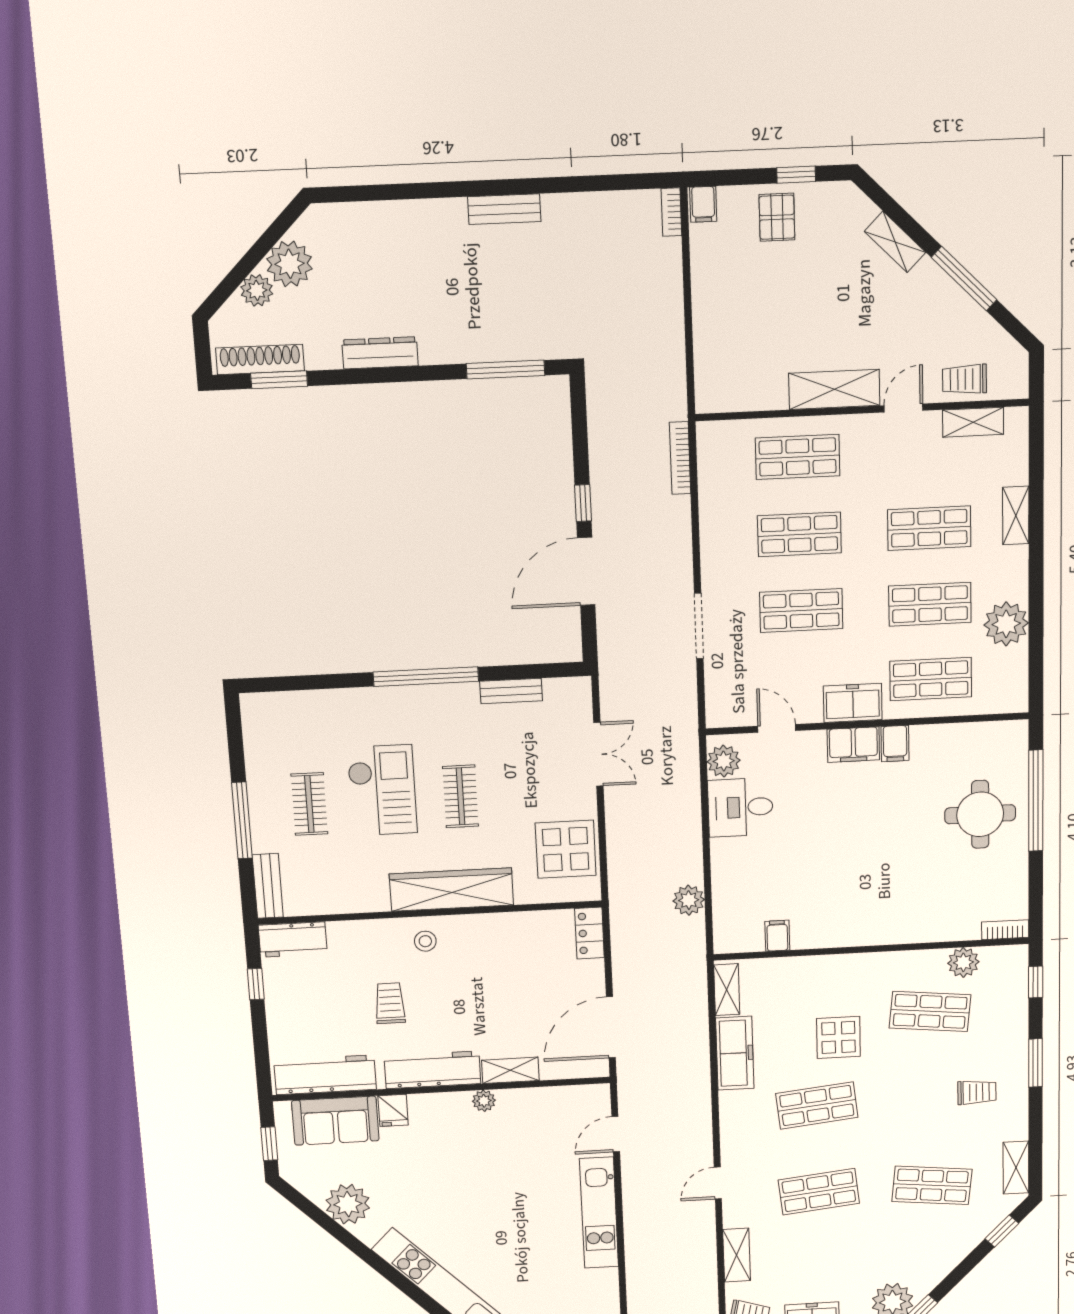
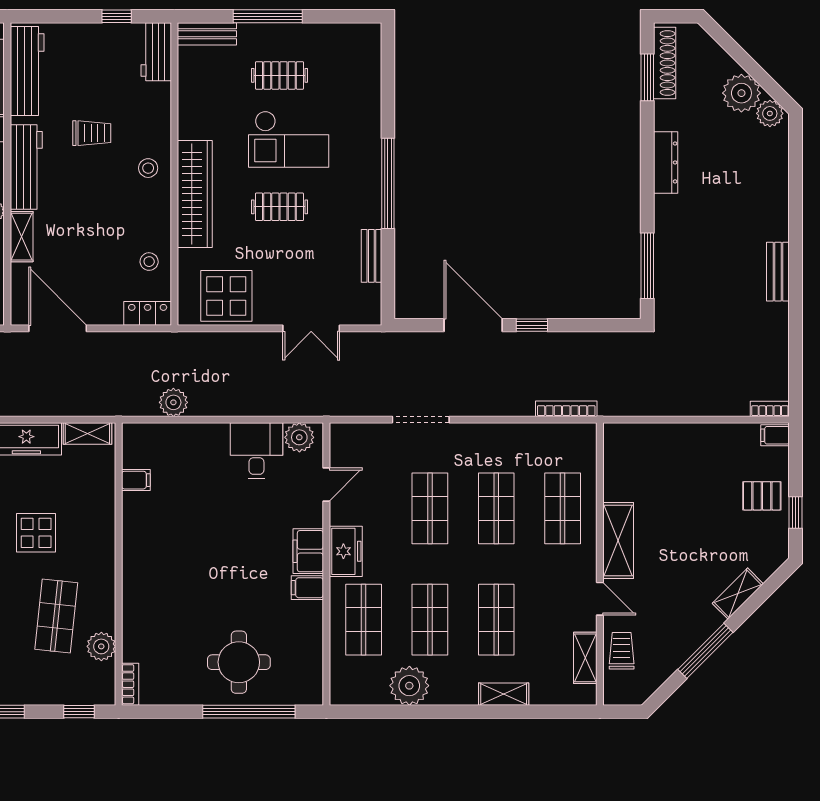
plant: (257, 290) -> (770, 113), moved
stool: (531, 935) -> (149, 262), added

